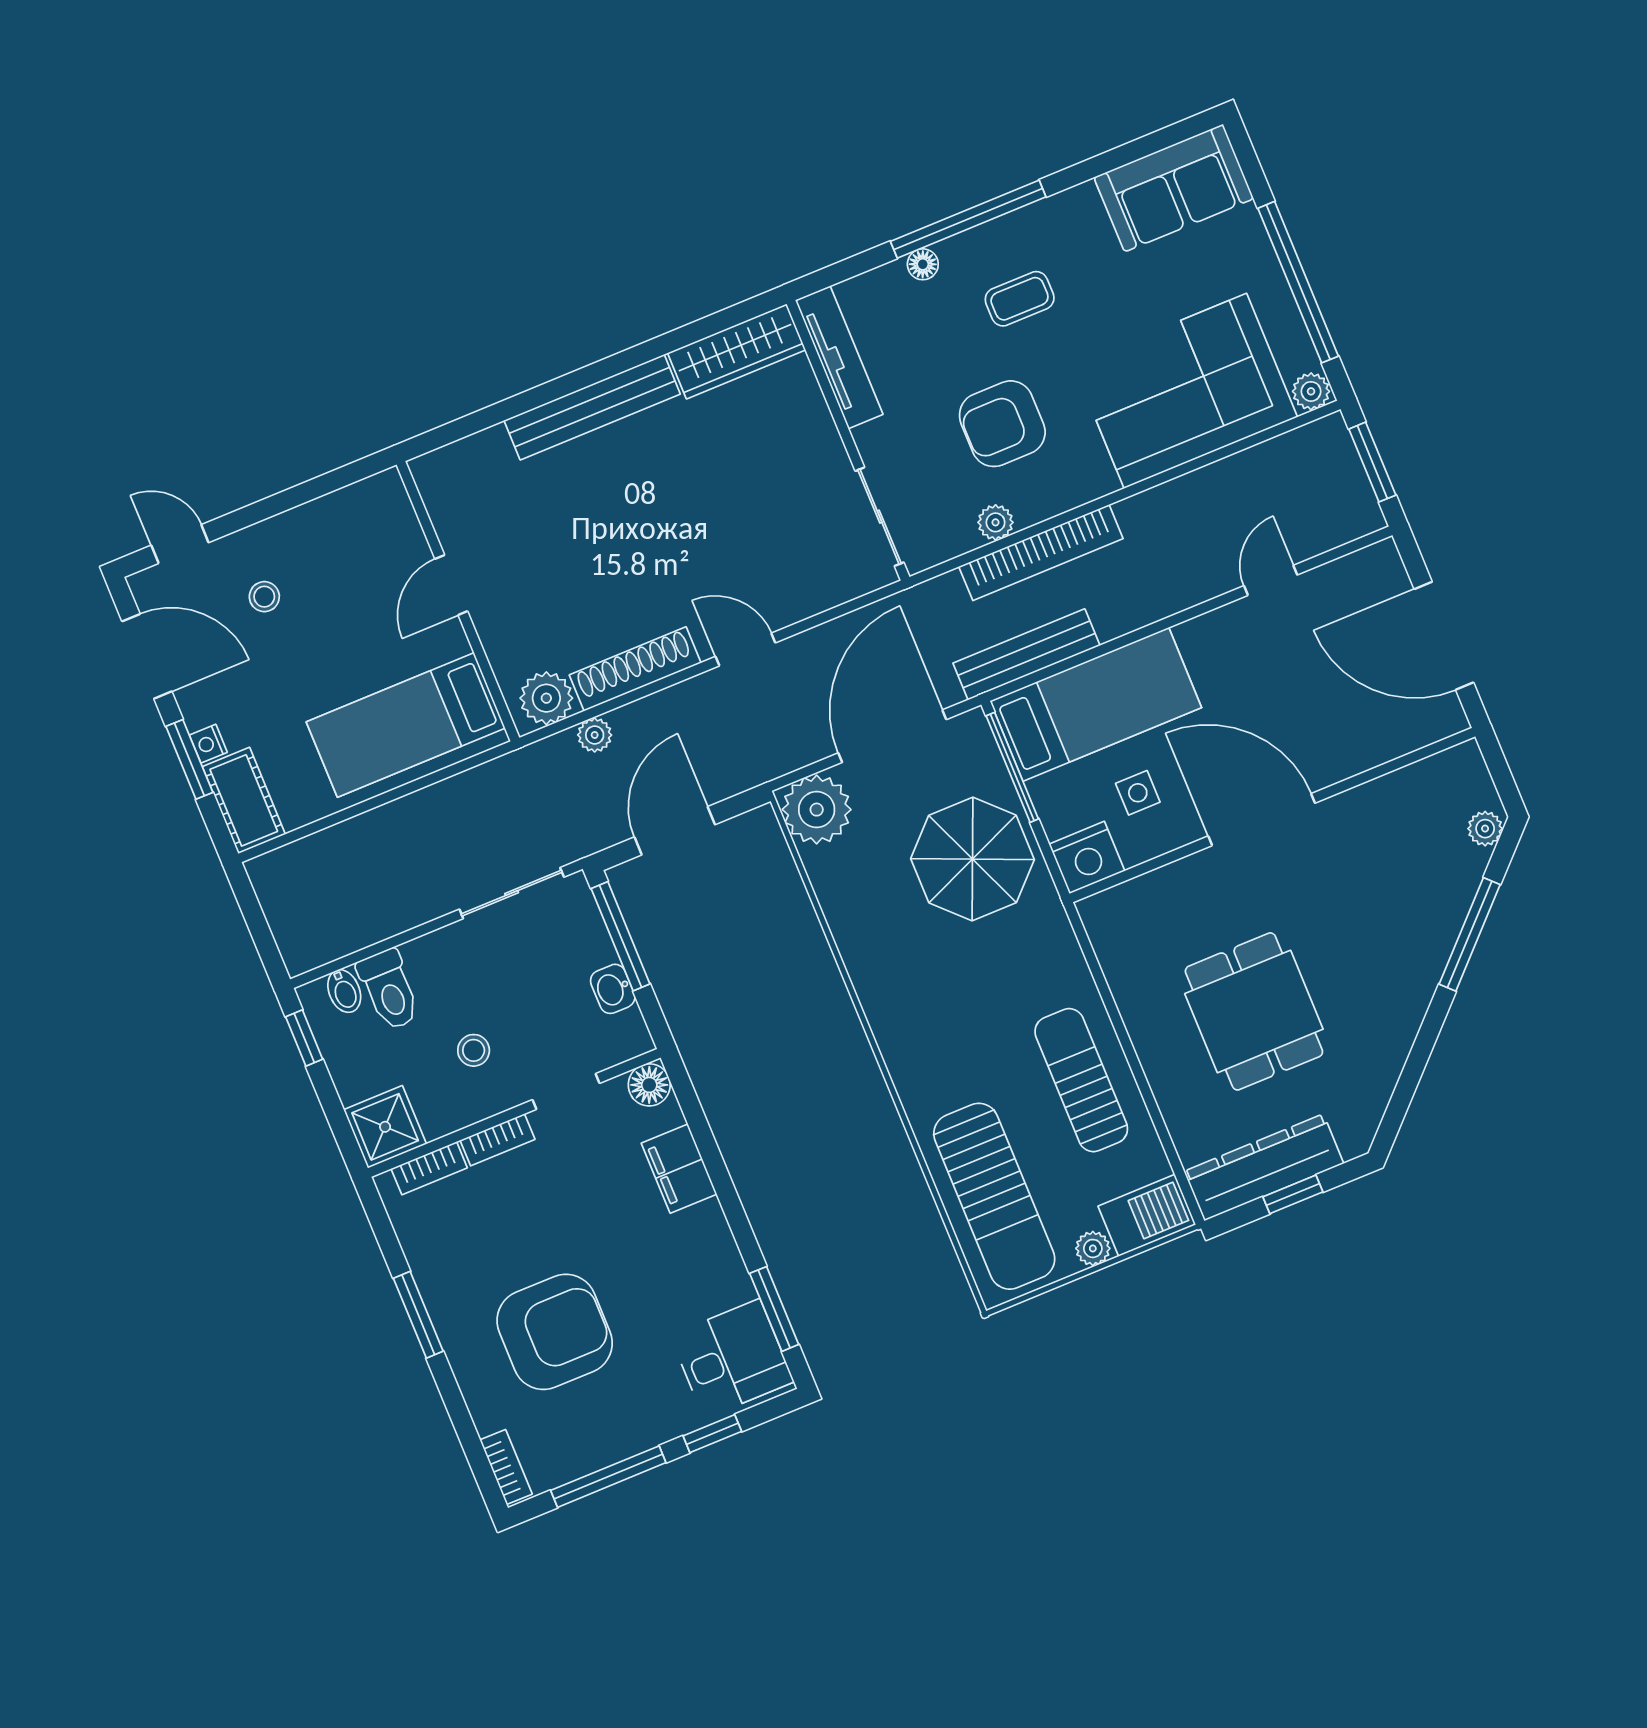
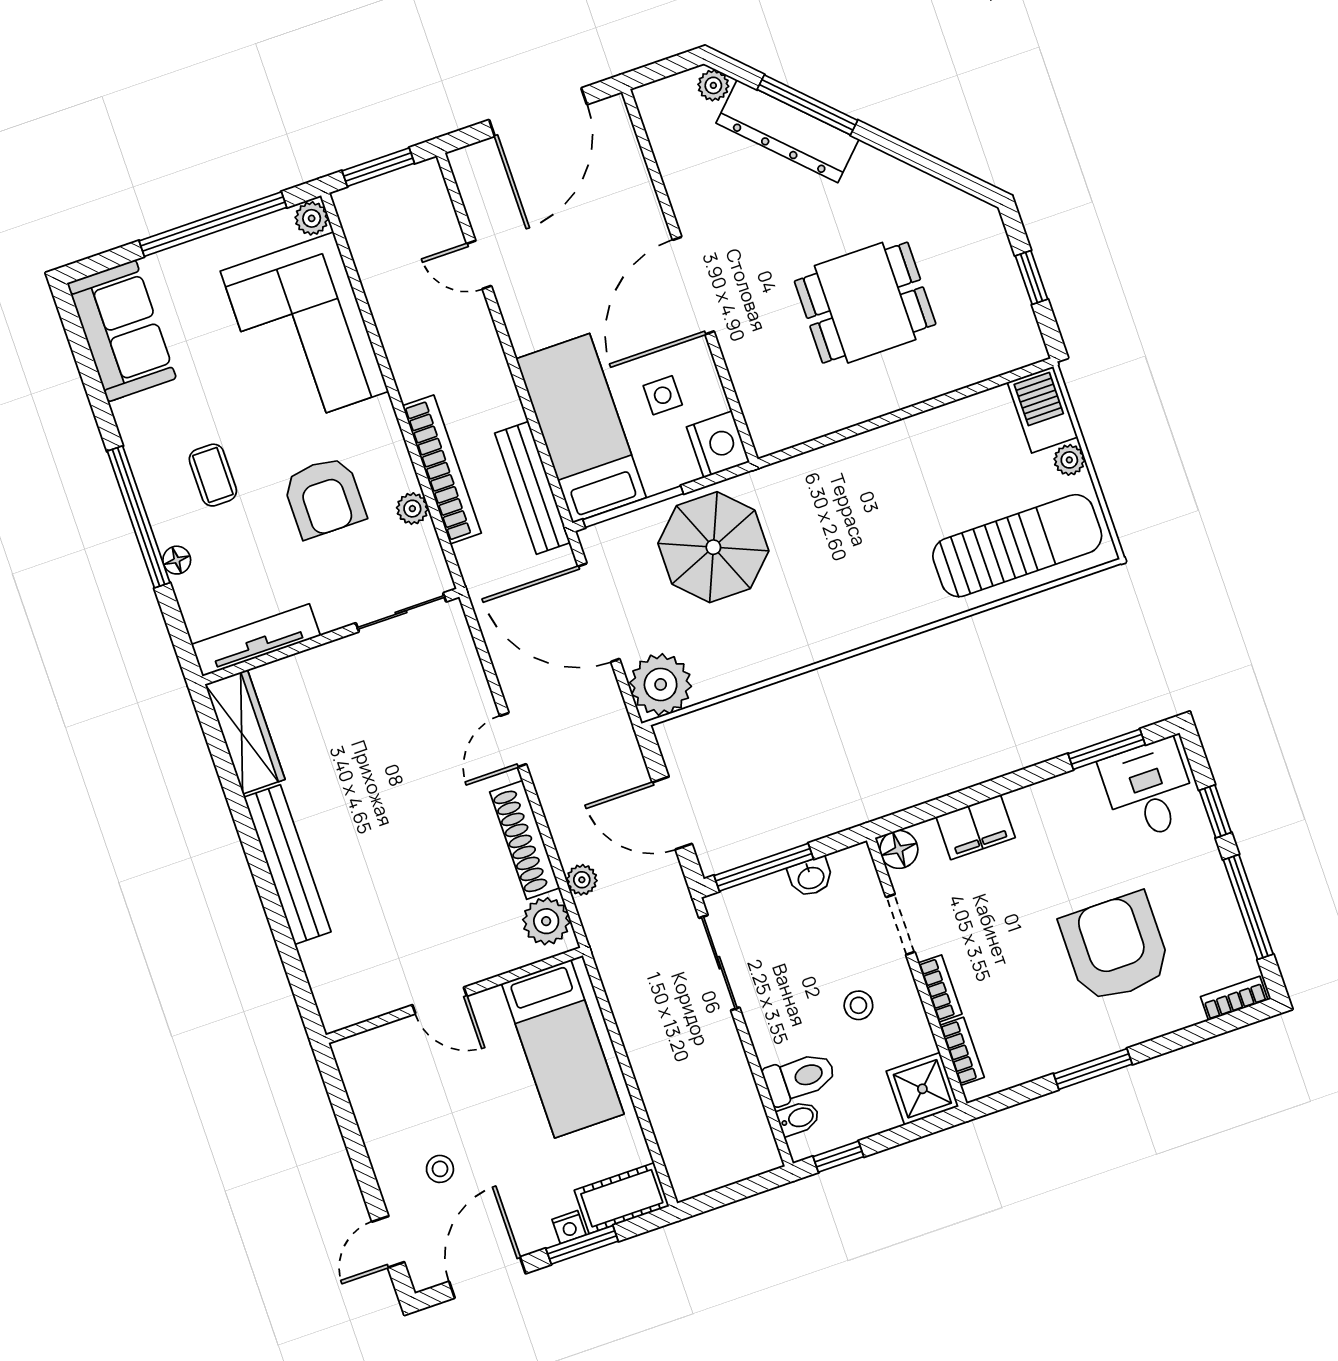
sun lounger: (1081, 1080) -> (918, 461), removed
dresser: (1264, 1167) -> (788, 131), moved, turned -45

